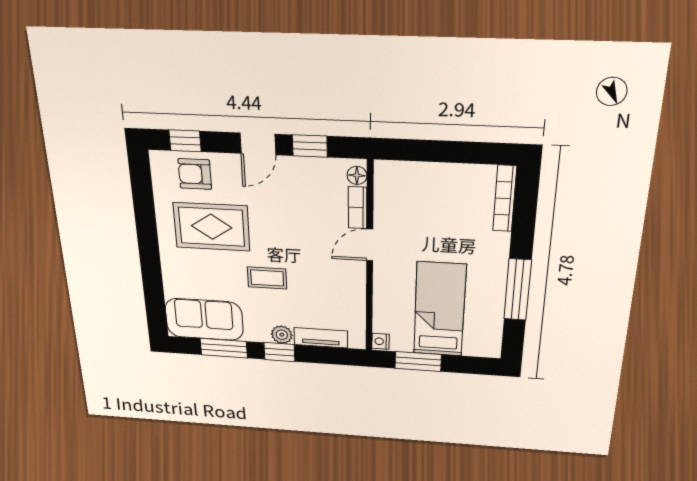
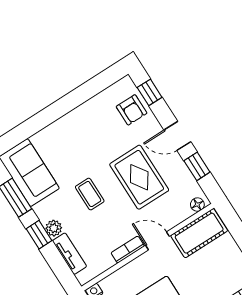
armchair: (195, 174) -> (132, 110), turned 180
cot: (393, 196) -> (199, 233), added
bookcase: (358, 208) -> (128, 250), moved
rug: (212, 227) -> (139, 177), moved

